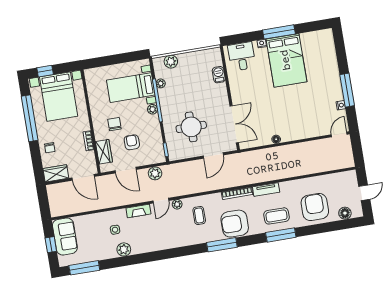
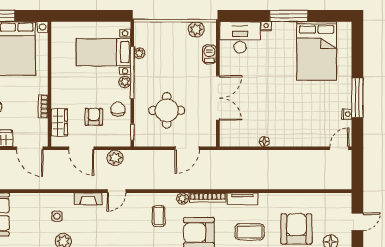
desk: (242, 56) -> (240, 37), width x1.37
bed: (286, 60) -> (317, 51), moved
plant: (171, 62) -> (196, 29), moved
chair: (114, 124) -> (118, 109), moved
double door: (234, 124) -> (218, 98), moved
plant: (177, 204) -> (183, 199), moved

